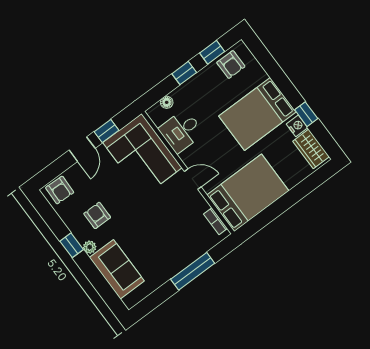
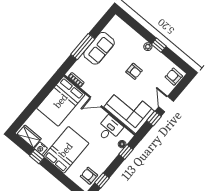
window: (184, 73) -> (126, 152), moved
armchair: (97, 215) -> (134, 71), moved
sofa: (117, 269) -> (99, 48), moved, turned -90

